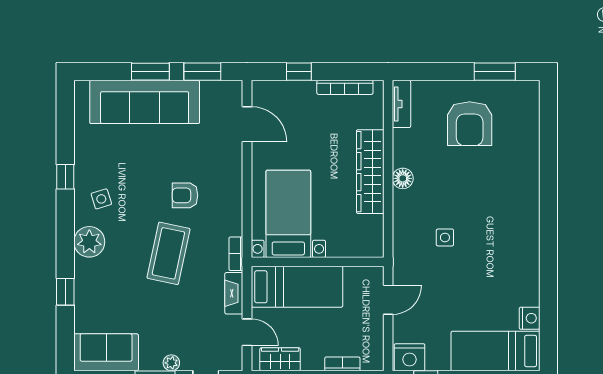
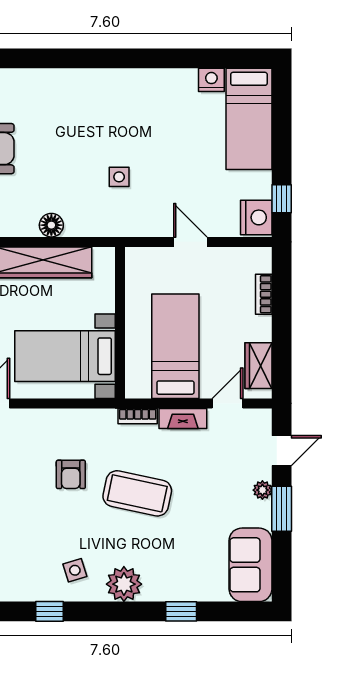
bed with nightstands: (288, 214) -> (65, 356), moved
wall: (318, 262) -> (120, 323), moved

